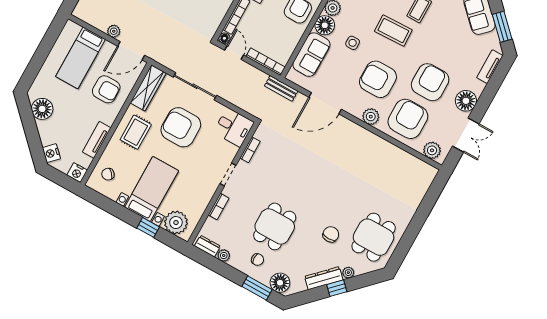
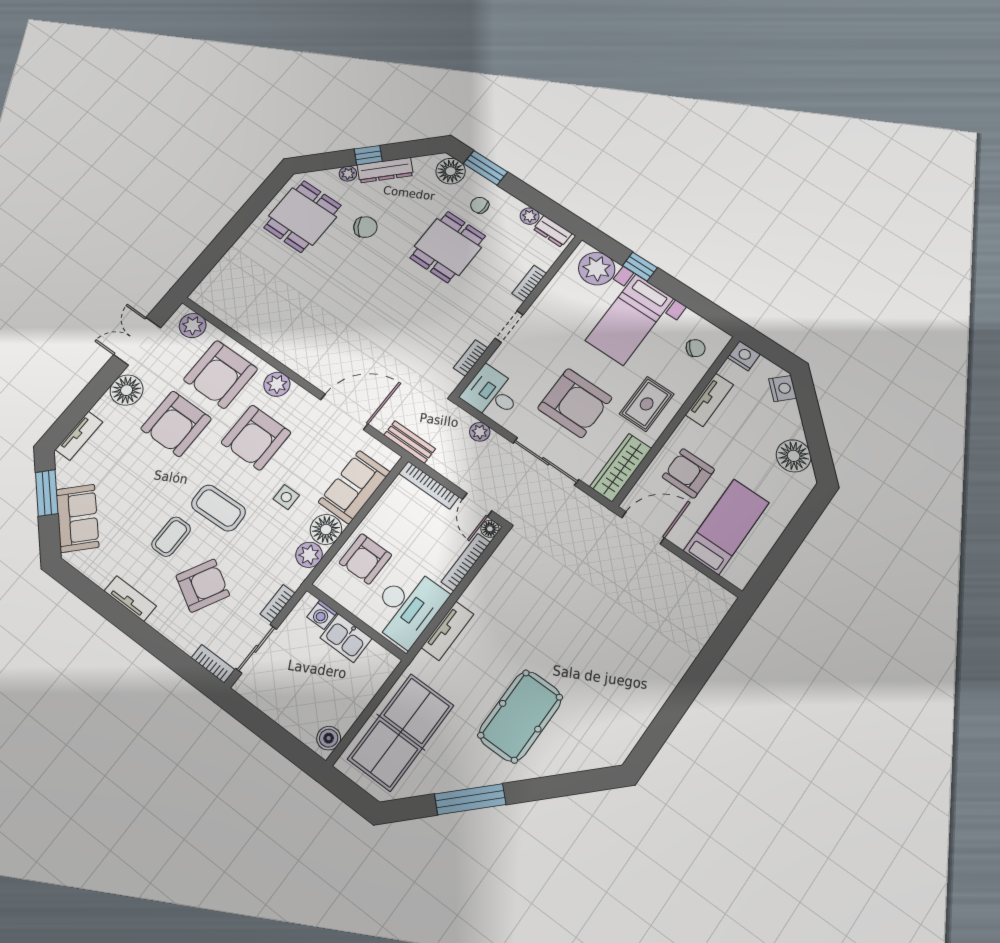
plant: (114, 31) -> (480, 432), moved
armchair: (378, 79) -> (256, 438), turned 90
chair: (331, 234) -> (365, 227), turned -123

